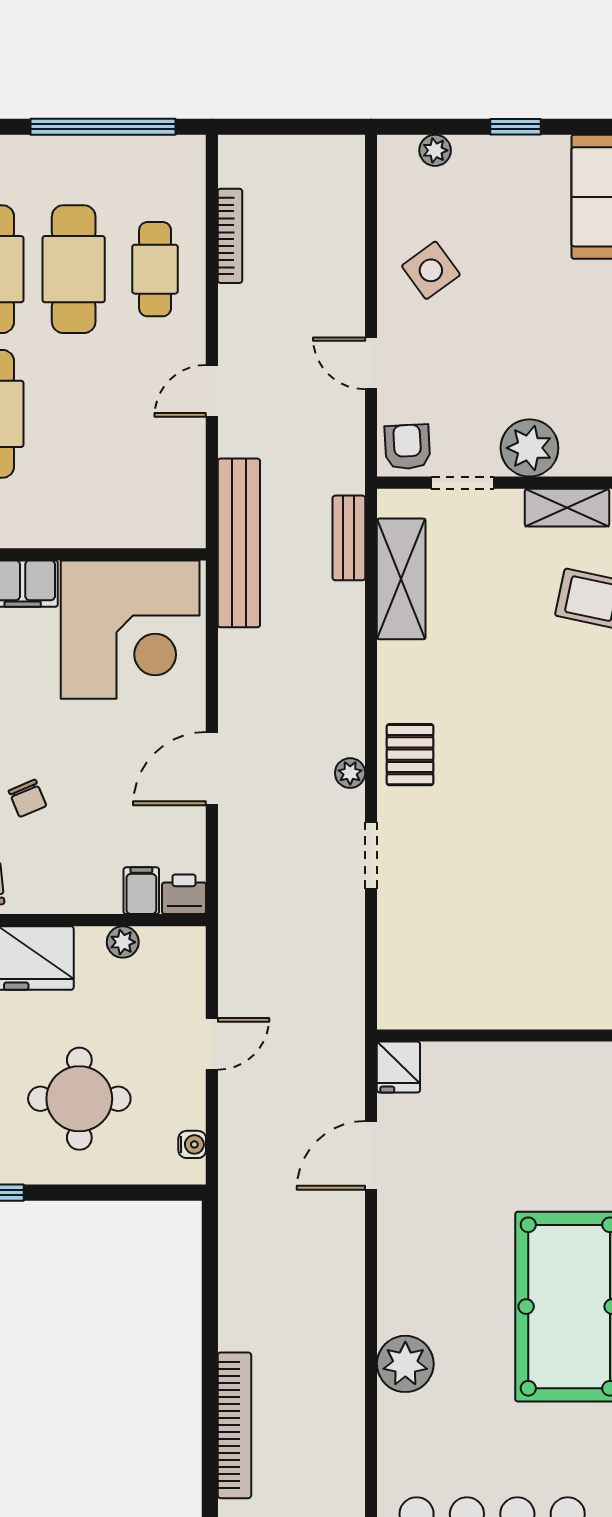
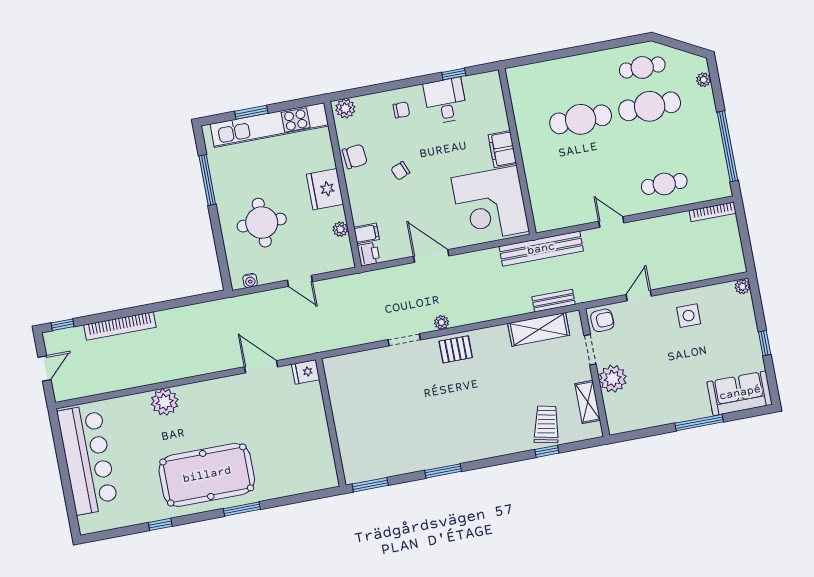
plant: (435, 150) -> (742, 287), moved
bookcase: (230, 236) -> (713, 212), moved
cafe table: (74, 269) -> (657, 145), removed
side table: (431, 270) -> (689, 316), turned 36

